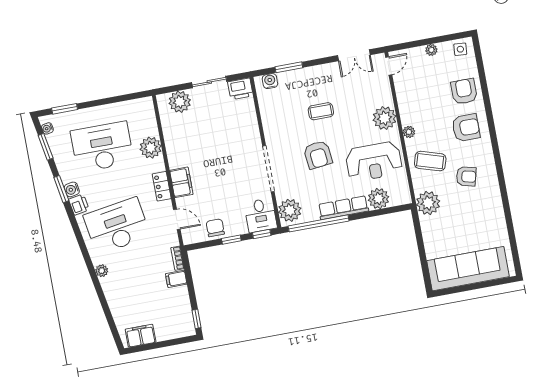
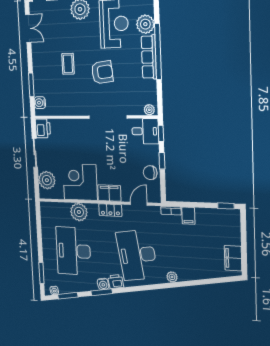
corner desk: (186, 144) -> (80, 182), added
plant: (290, 210) -> (149, 110), width x0.53, depth x0.53
window: (319, 223) -> (158, 51), moved

